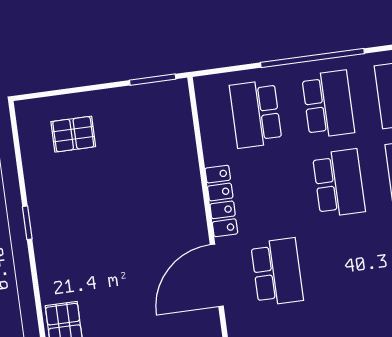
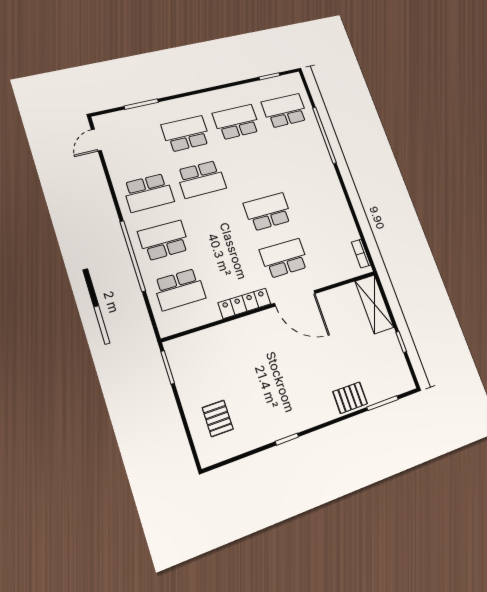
school desk: (339, 183) -> (268, 212), moved

